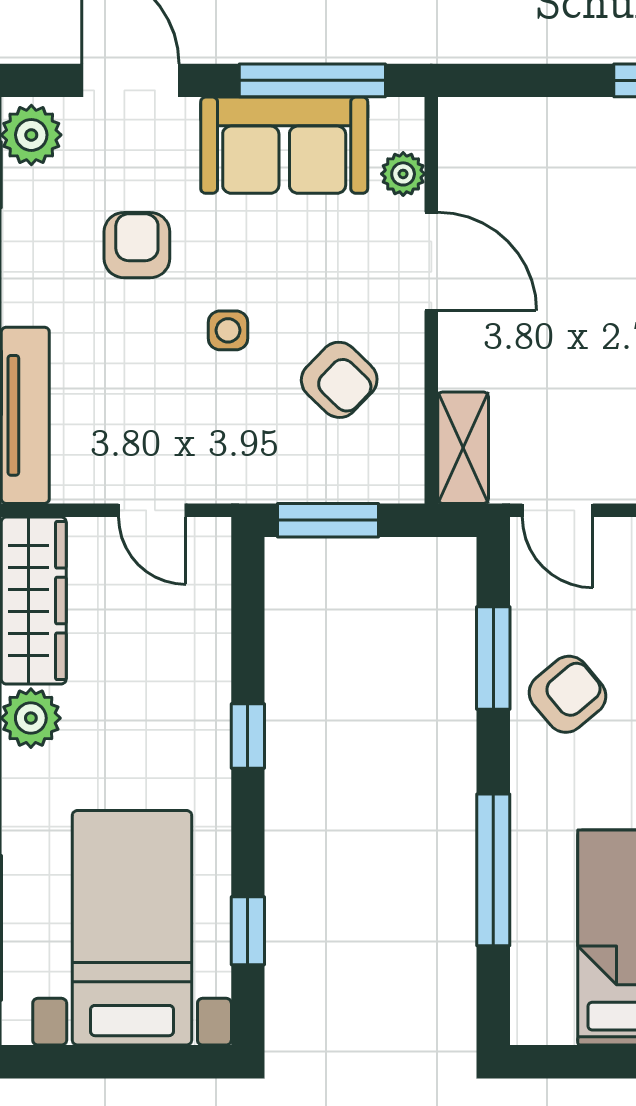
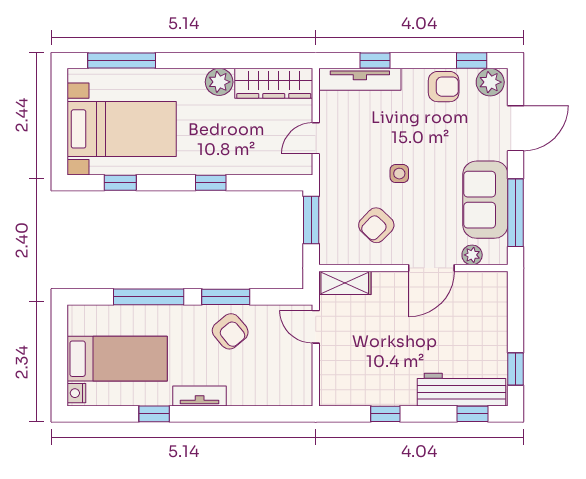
armchair: (137, 245) -> (444, 87), moved
door: (558, 510) -> (316, 327), hinge flipped
window: (493, 658) -> (226, 297), moved

